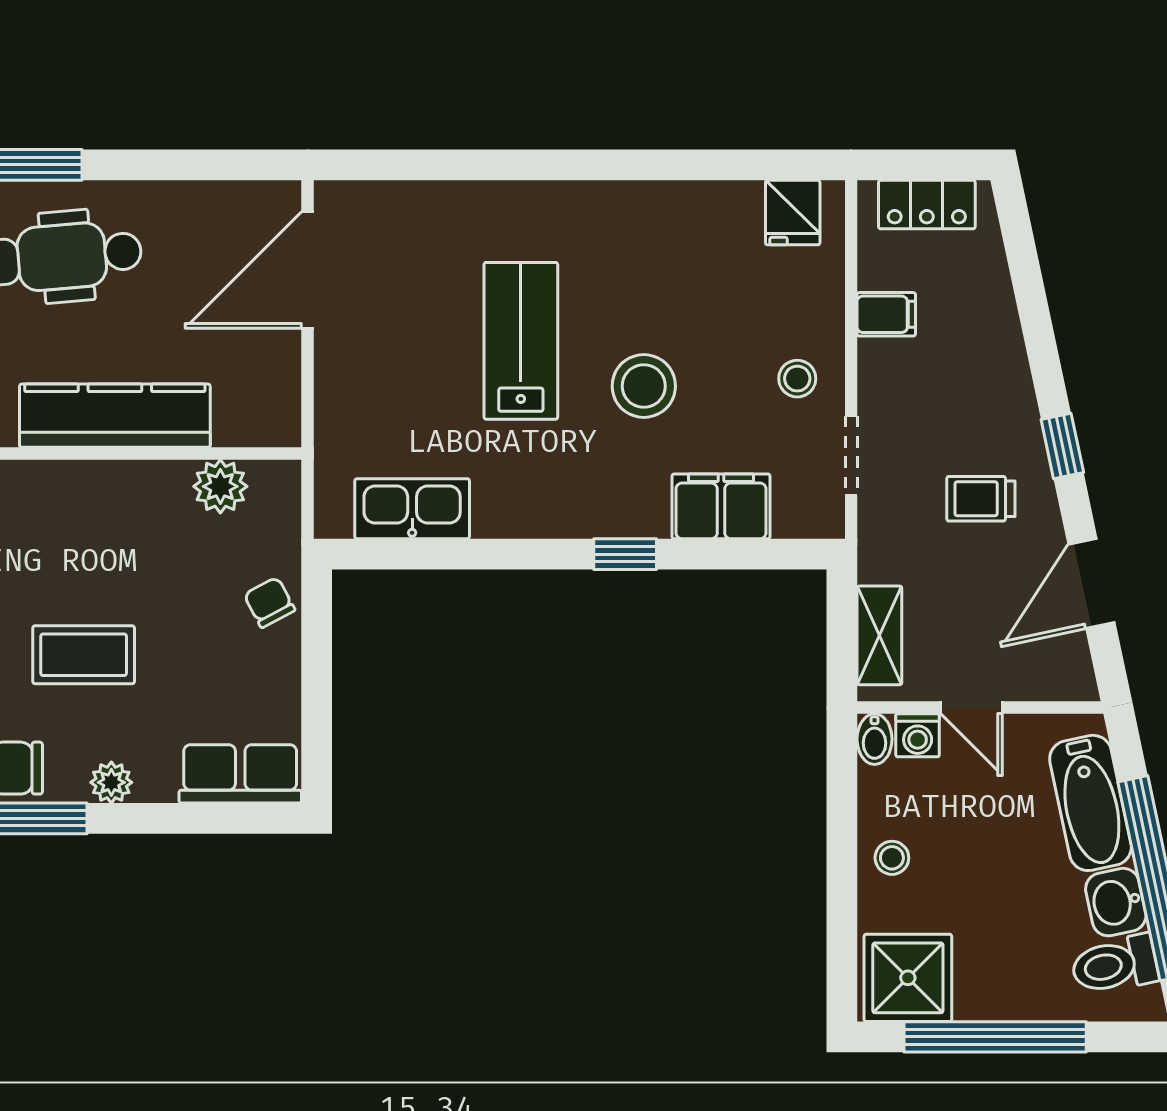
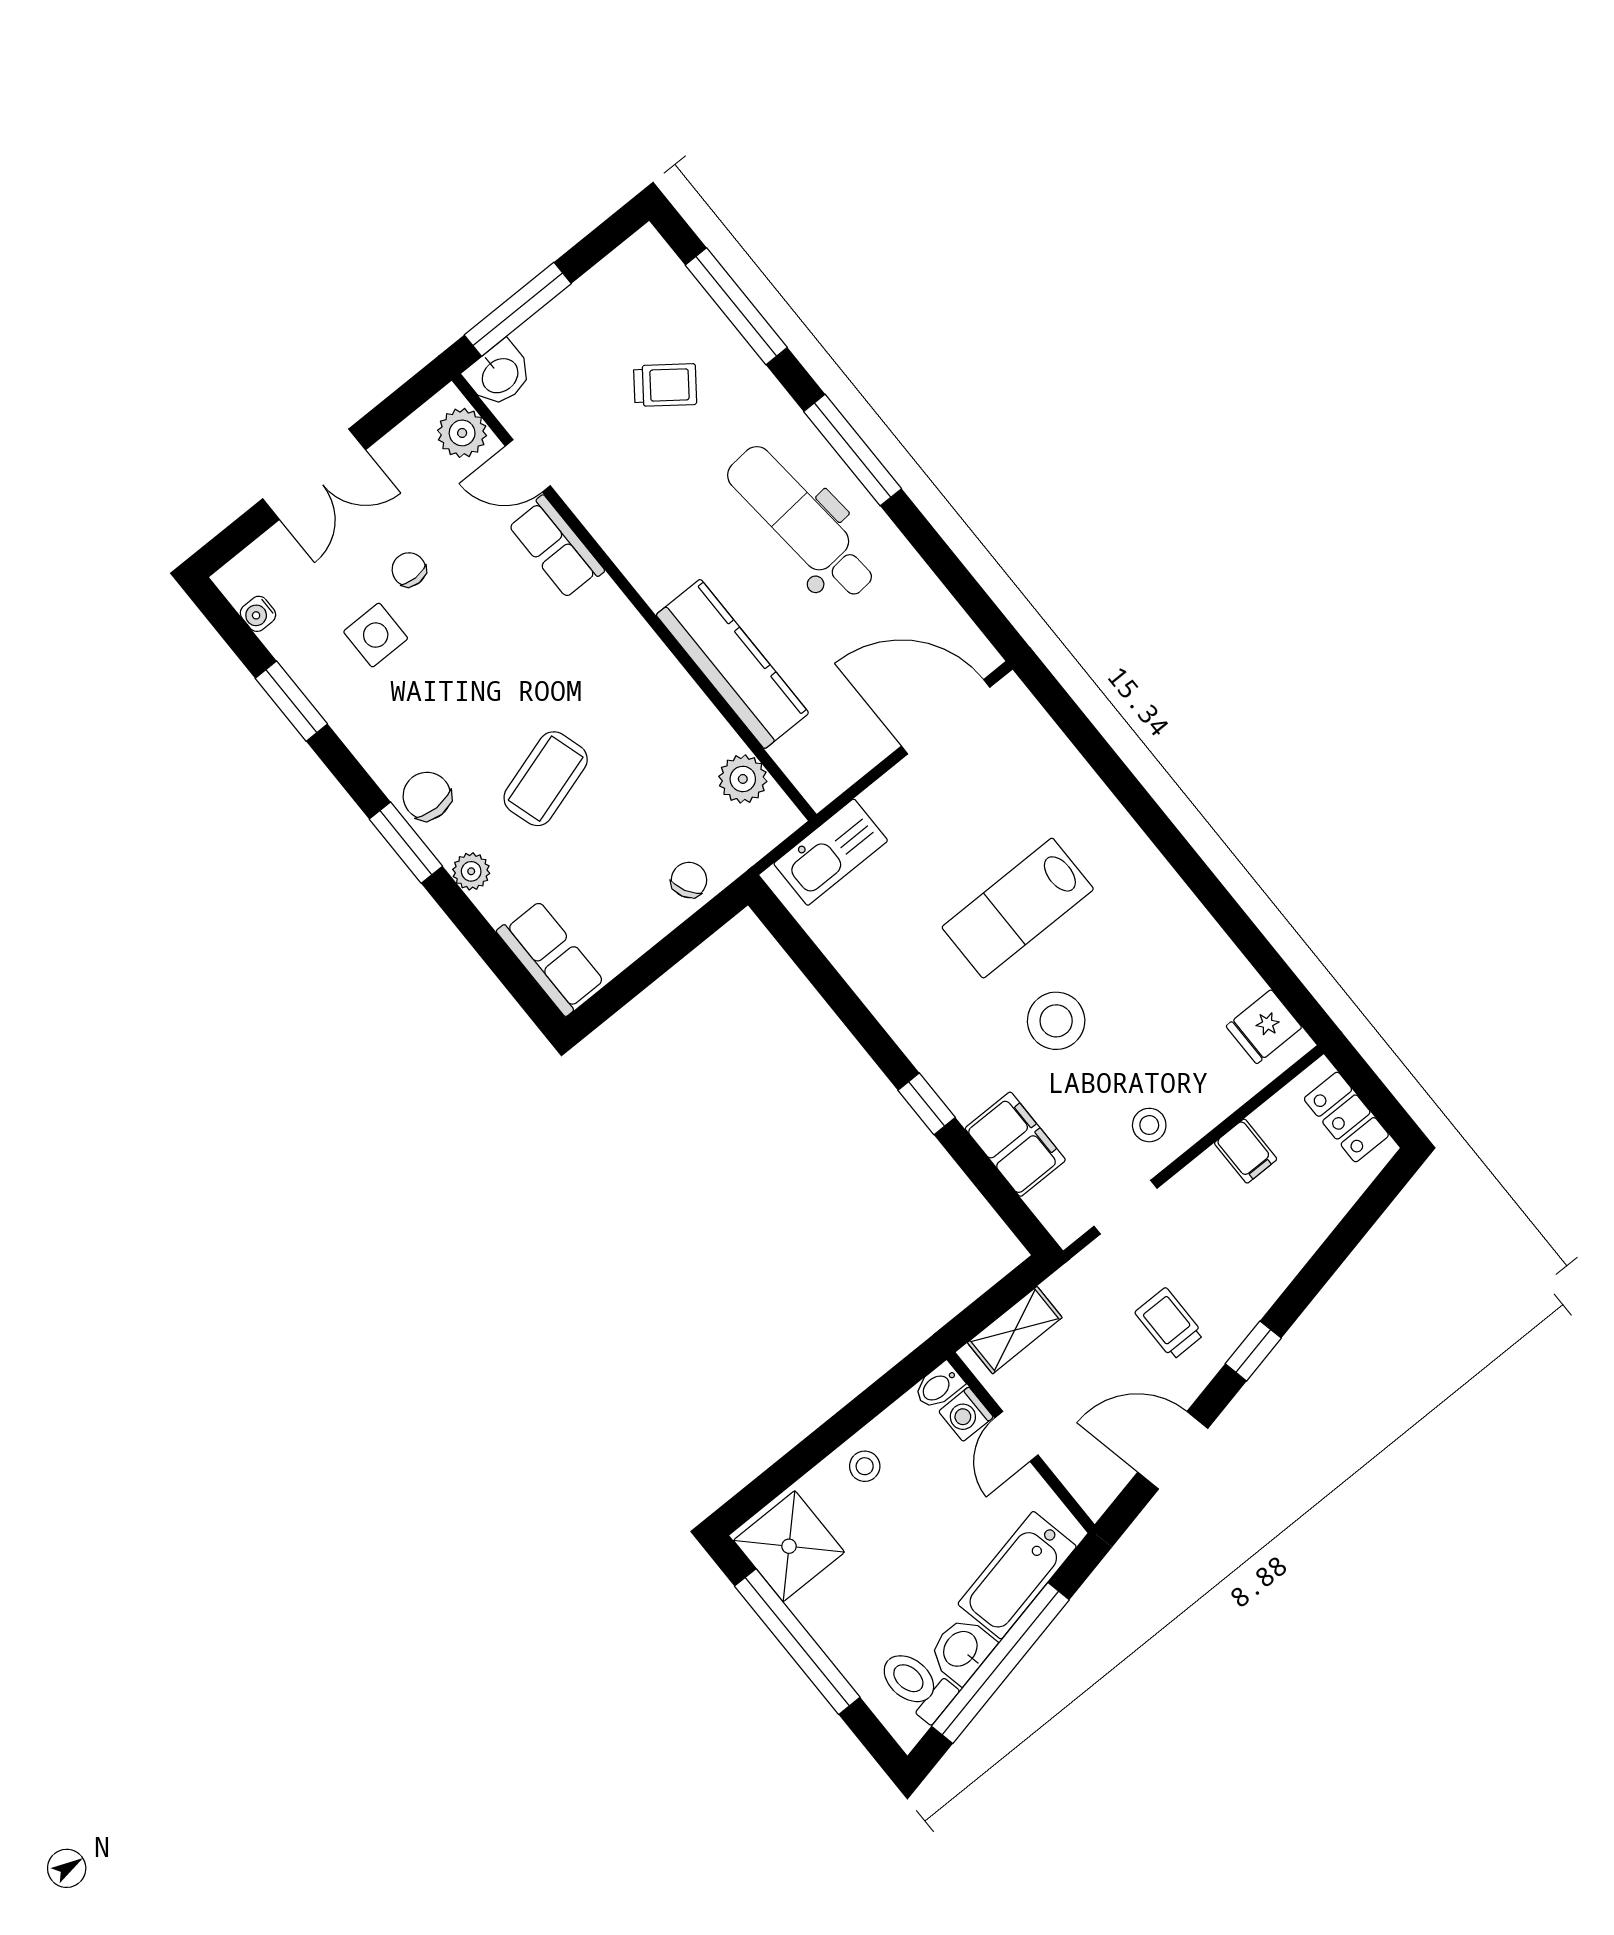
lab bench: (521, 341) -> (1018, 908), turned 180
kitchen sink: (412, 509) -> (831, 852), moved, turned 90
coffee table: (84, 655) -> (546, 779), turned 73

